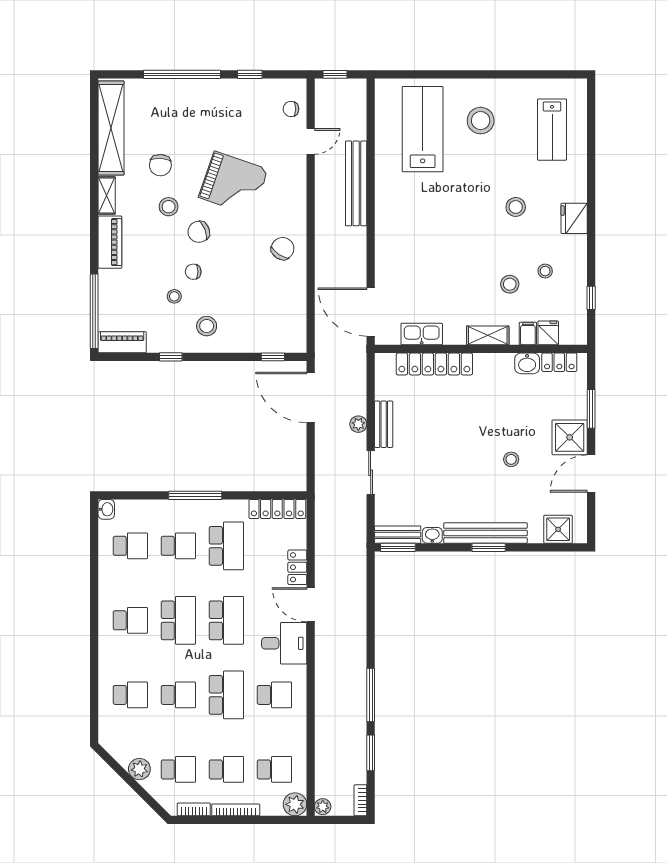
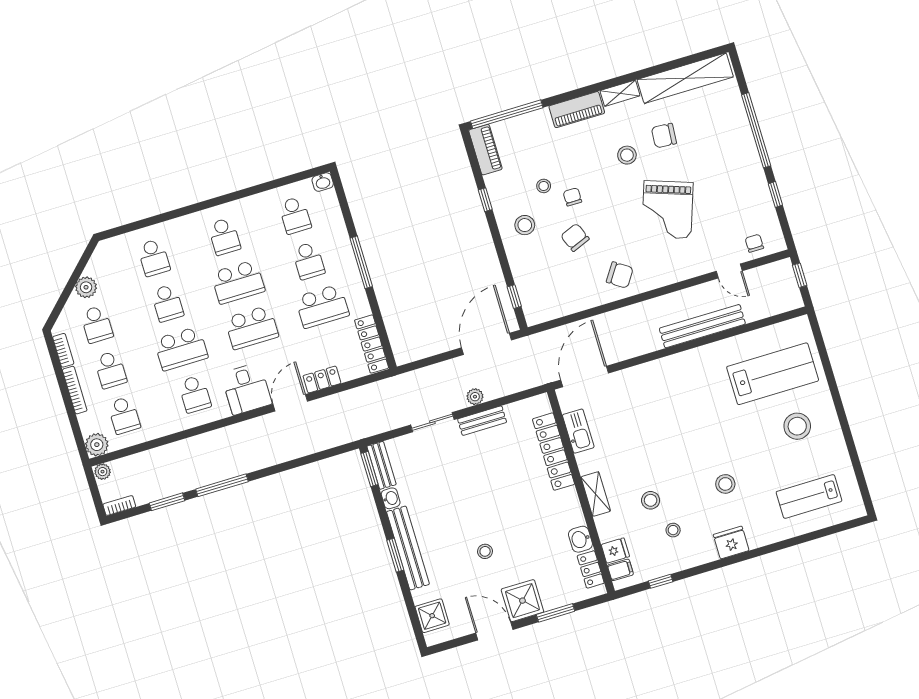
chair: (199, 232) -> (575, 237), moved
filing cabinet: (528, 334) -> (620, 570), moved

